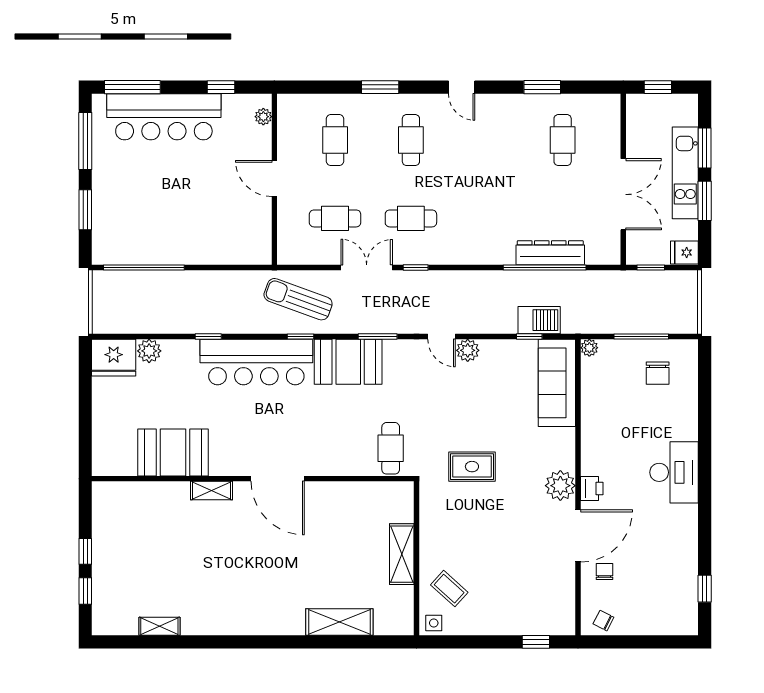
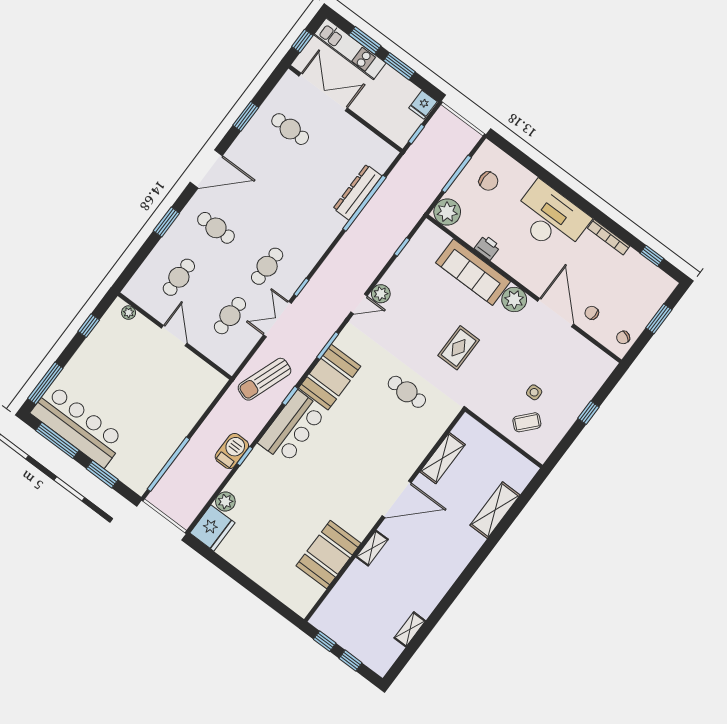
door: (462, 87) -> (206, 169), width x1.87
bar counter: (164, 117) -> (78, 426), moved, turned -90
cafe table: (335, 140) -> (179, 277), turned 90
kitchen unit: (685, 173) -> (350, 49), moved
door: (274, 178) -> (174, 336), swing flipped
double door: (623, 194) -> (323, 92), moved
barbecue: (539, 320) -> (232, 451), moved
plant: (589, 348) -> (447, 212), width x1.87, depth x1.87
bar counter: (256, 362) -> (292, 427), width x0.73
sofa: (557, 383) -> (473, 272), moved
booth: (173, 452) -> (328, 555), moved
desk: (674, 472) -> (550, 218), width x1.36, depth x1.30
wall: (253, 479) -> (384, 515), moved
door: (278, 479) -> (397, 499), moved
printer: (592, 488) -> (487, 247), moved
shelving: (212, 491) -> (372, 548), moved
bookcase: (691, 532) -> (609, 237), added
shelving: (402, 554) -> (443, 458), moved, turned 90
side table: (434, 623) -> (534, 392), moved
window: (536, 642) -> (588, 413), moved
window: (648, 642) -> (659, 319), added

